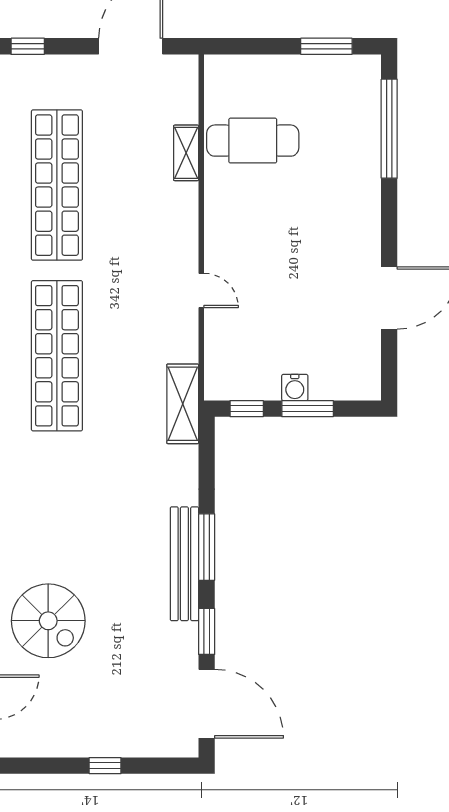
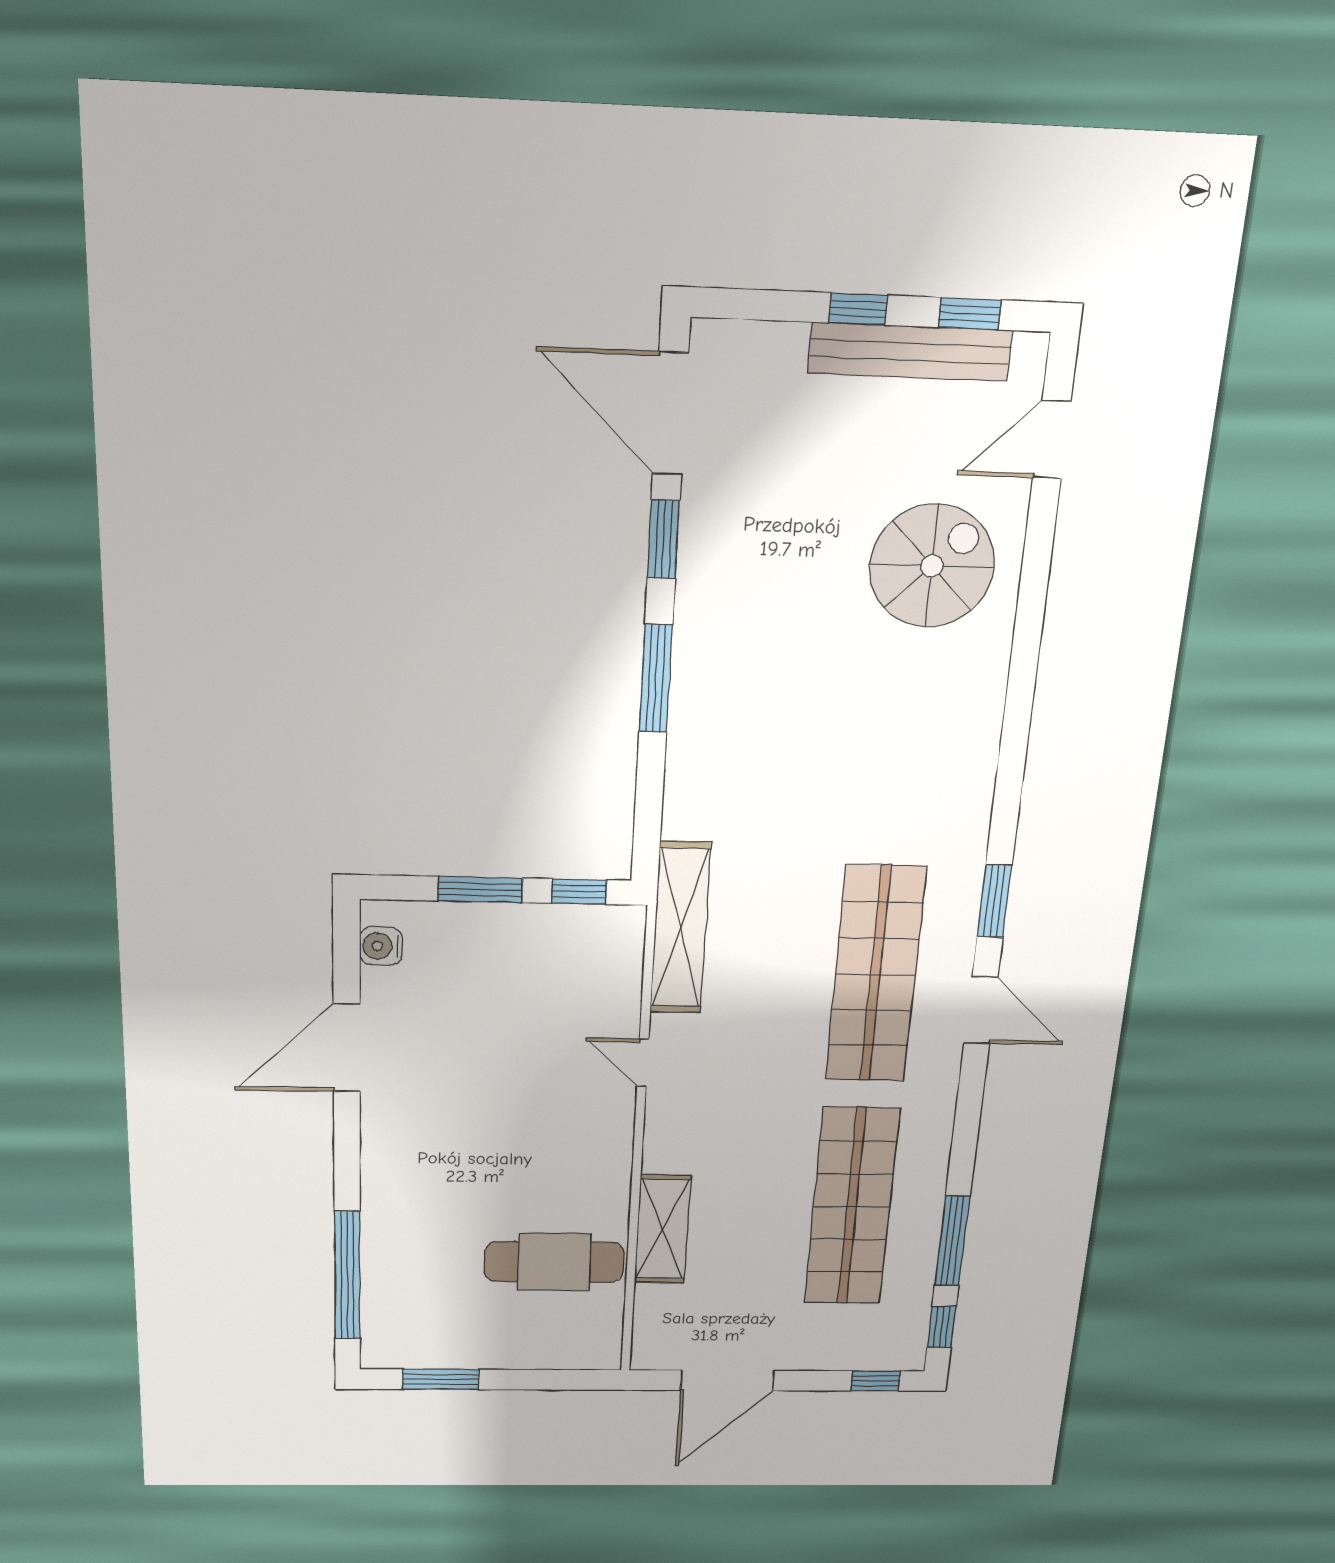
shelving: (186, 153) -> (662, 1229), width x1.50, depth x1.33
water cooler: (295, 388) -> (381, 946), moved, turned -90
shelving: (183, 404) -> (680, 928), width x1.47
bench: (184, 564) -> (910, 352), moved, turned 90
spiral stairs: (48, 621) -> (932, 566), turned 90
window: (42, 766) -> (970, 314), added

